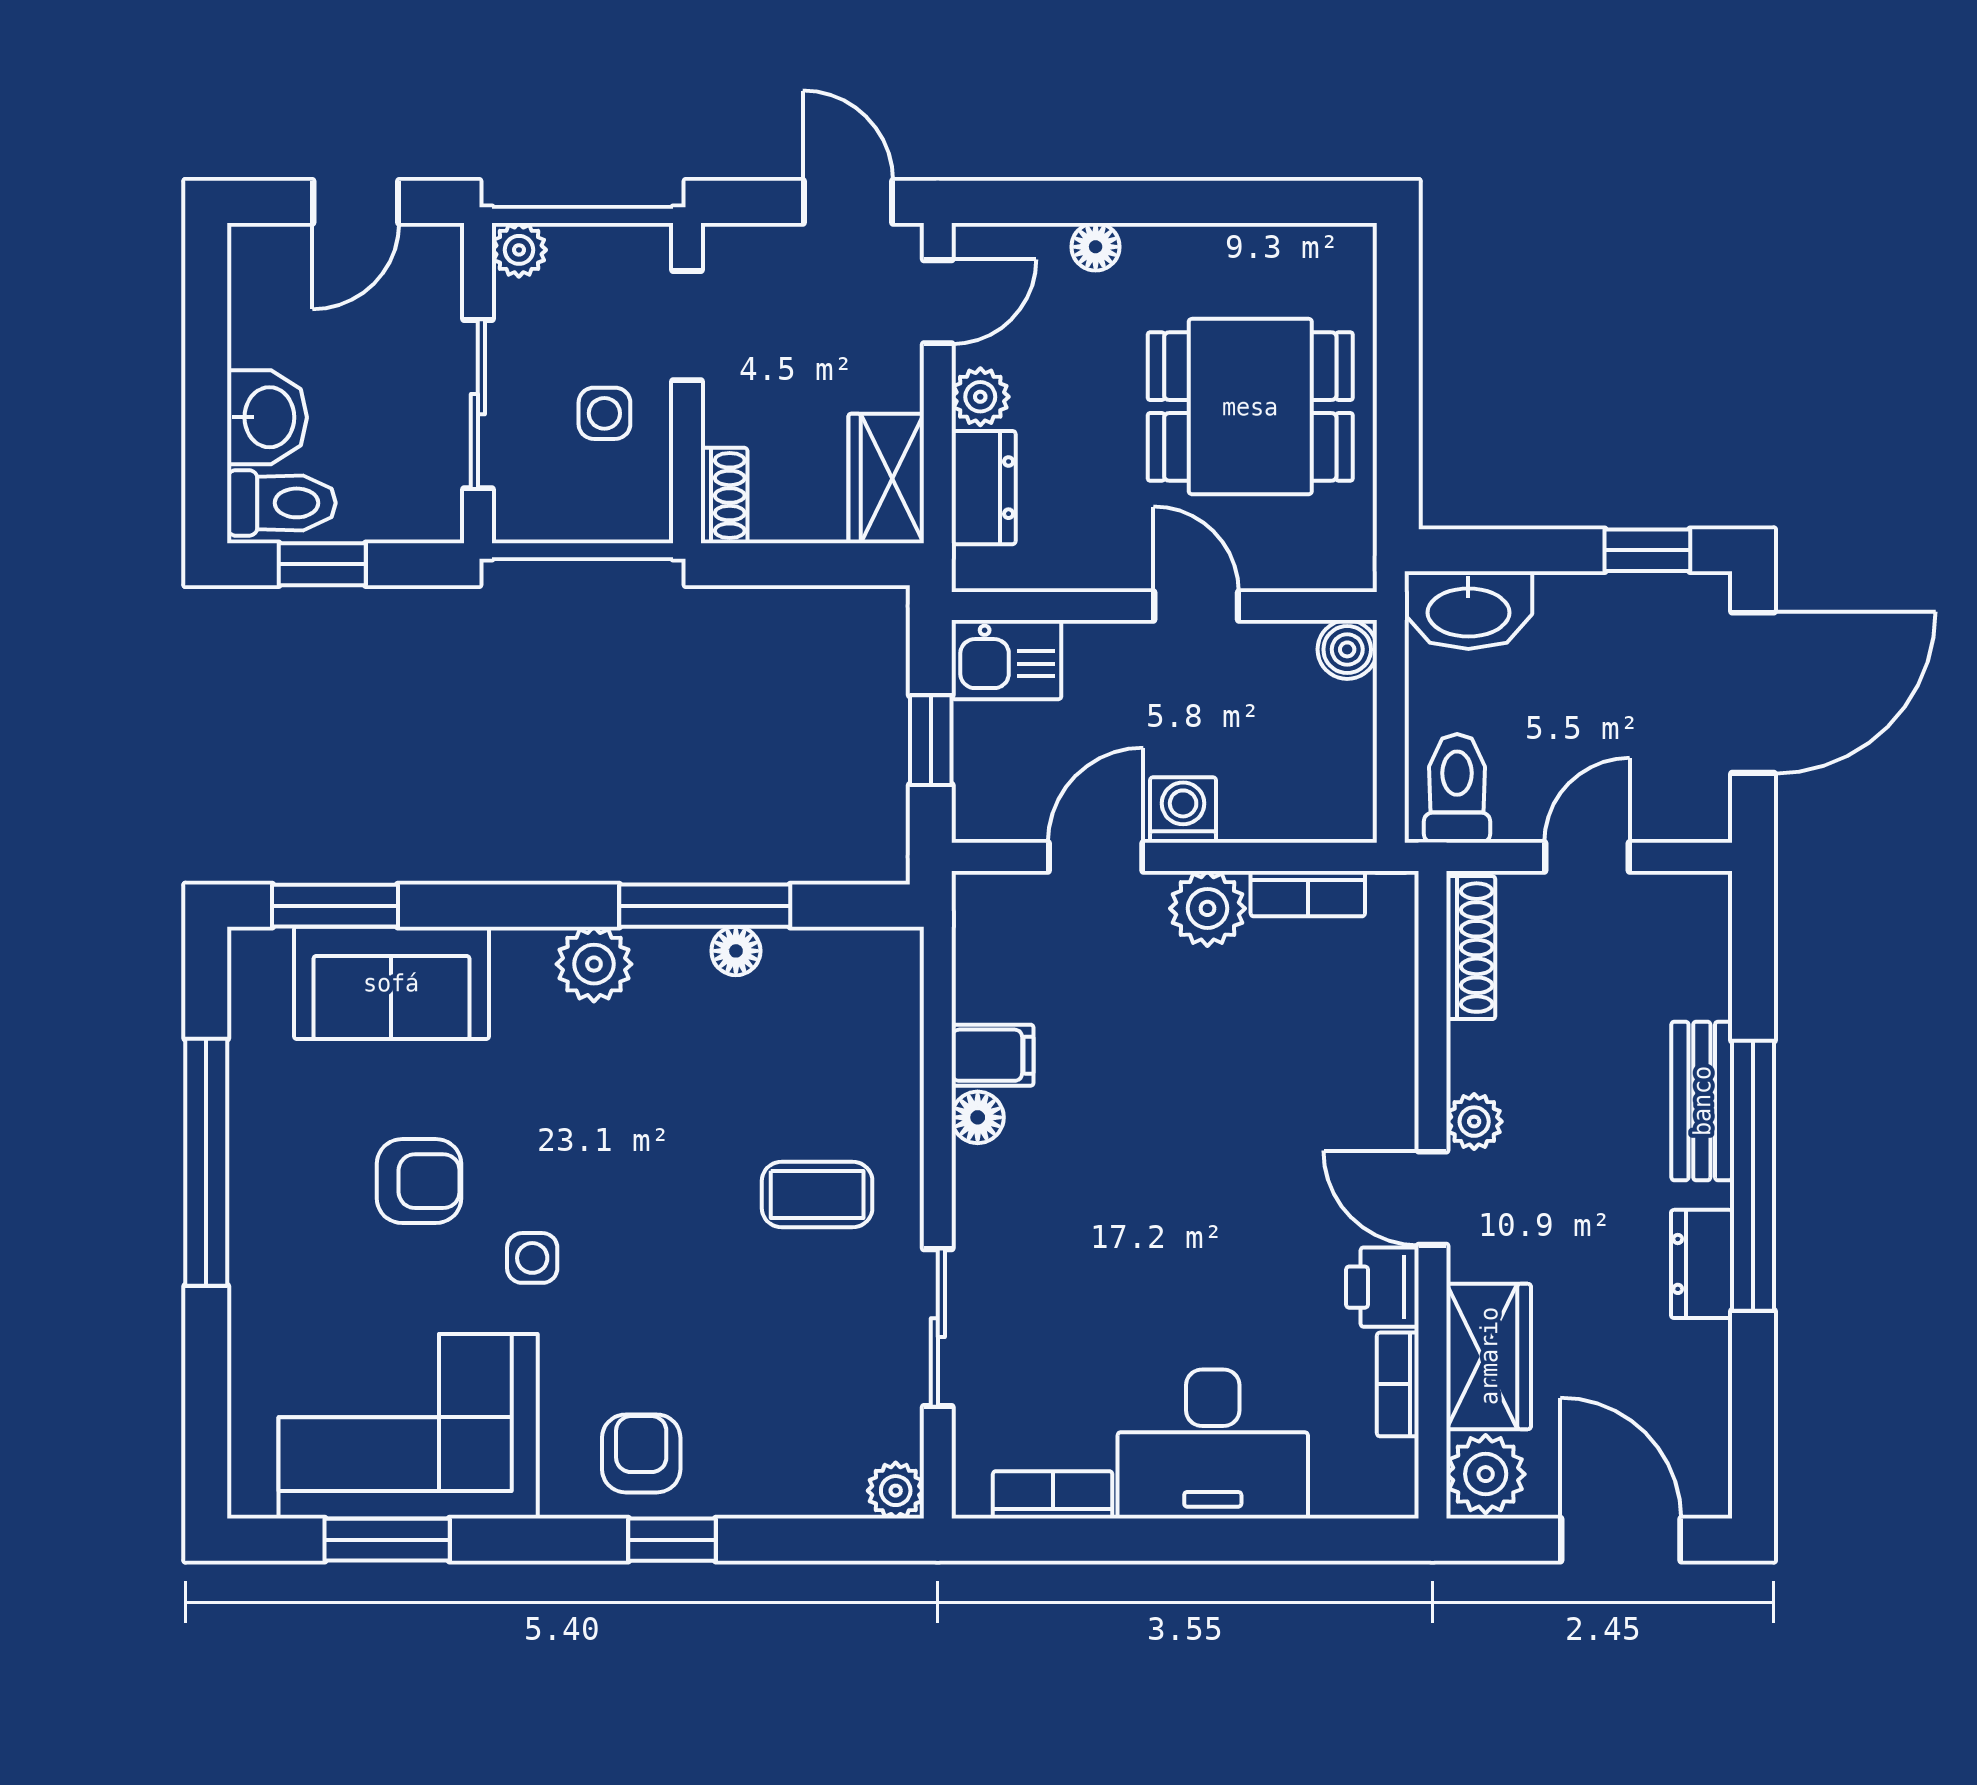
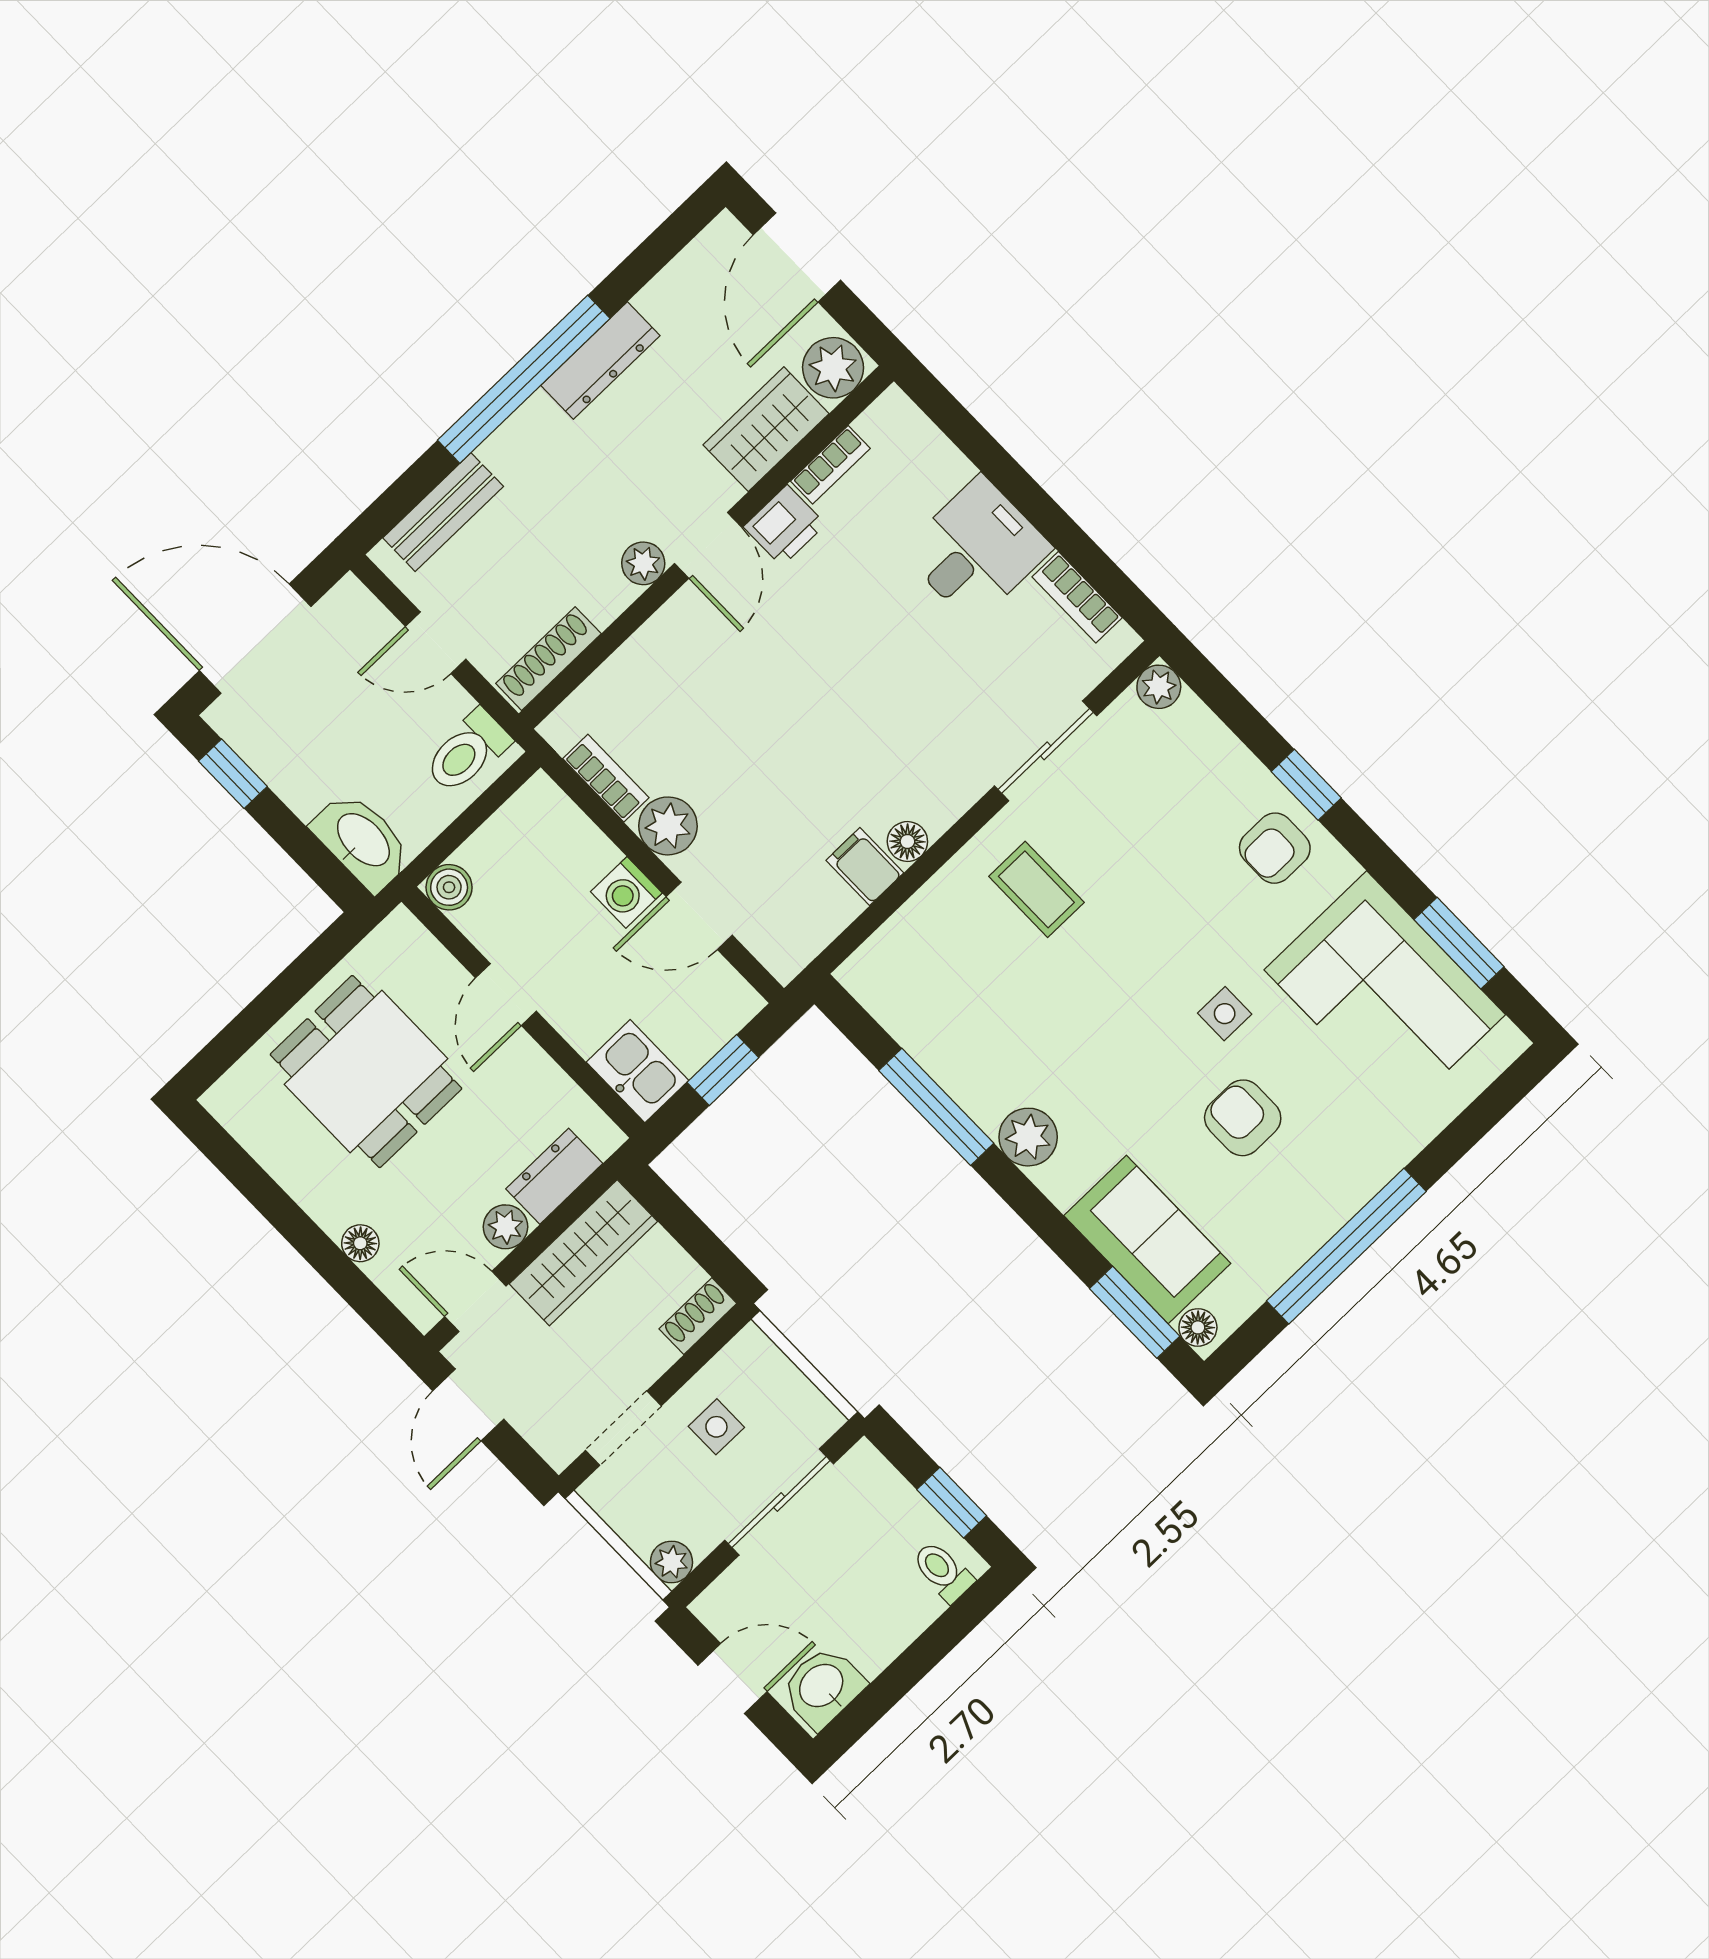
washbasin: (267, 417) -> (822, 1687), moved
wardrobe: (886, 478) -> (583, 1253), width x1.50
toilet: (281, 503) -> (943, 1571), width x0.73, depth x0.72
floor lamp: (736, 951) -> (1198, 1327), moved
bench: (1702, 1101) -> (443, 512), moved
dresser: (1702, 1264) -> (600, 361), width x1.44
desk: (1213, 1444) -> (977, 550), width x0.73

